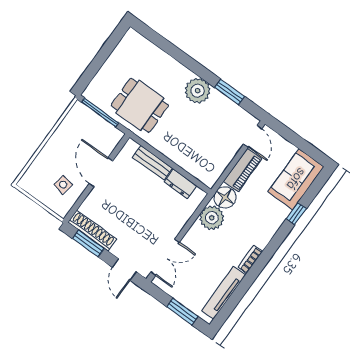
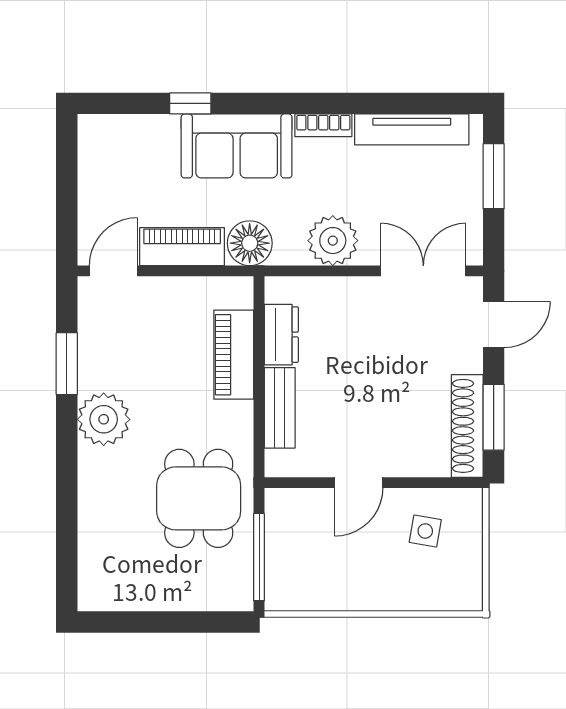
piano: (186, 160) -> (234, 355), added
door: (101, 172) -> (359, 483), width x0.73
sofa: (296, 179) -> (237, 146), moved
plant: (212, 218) -> (333, 241), moved

